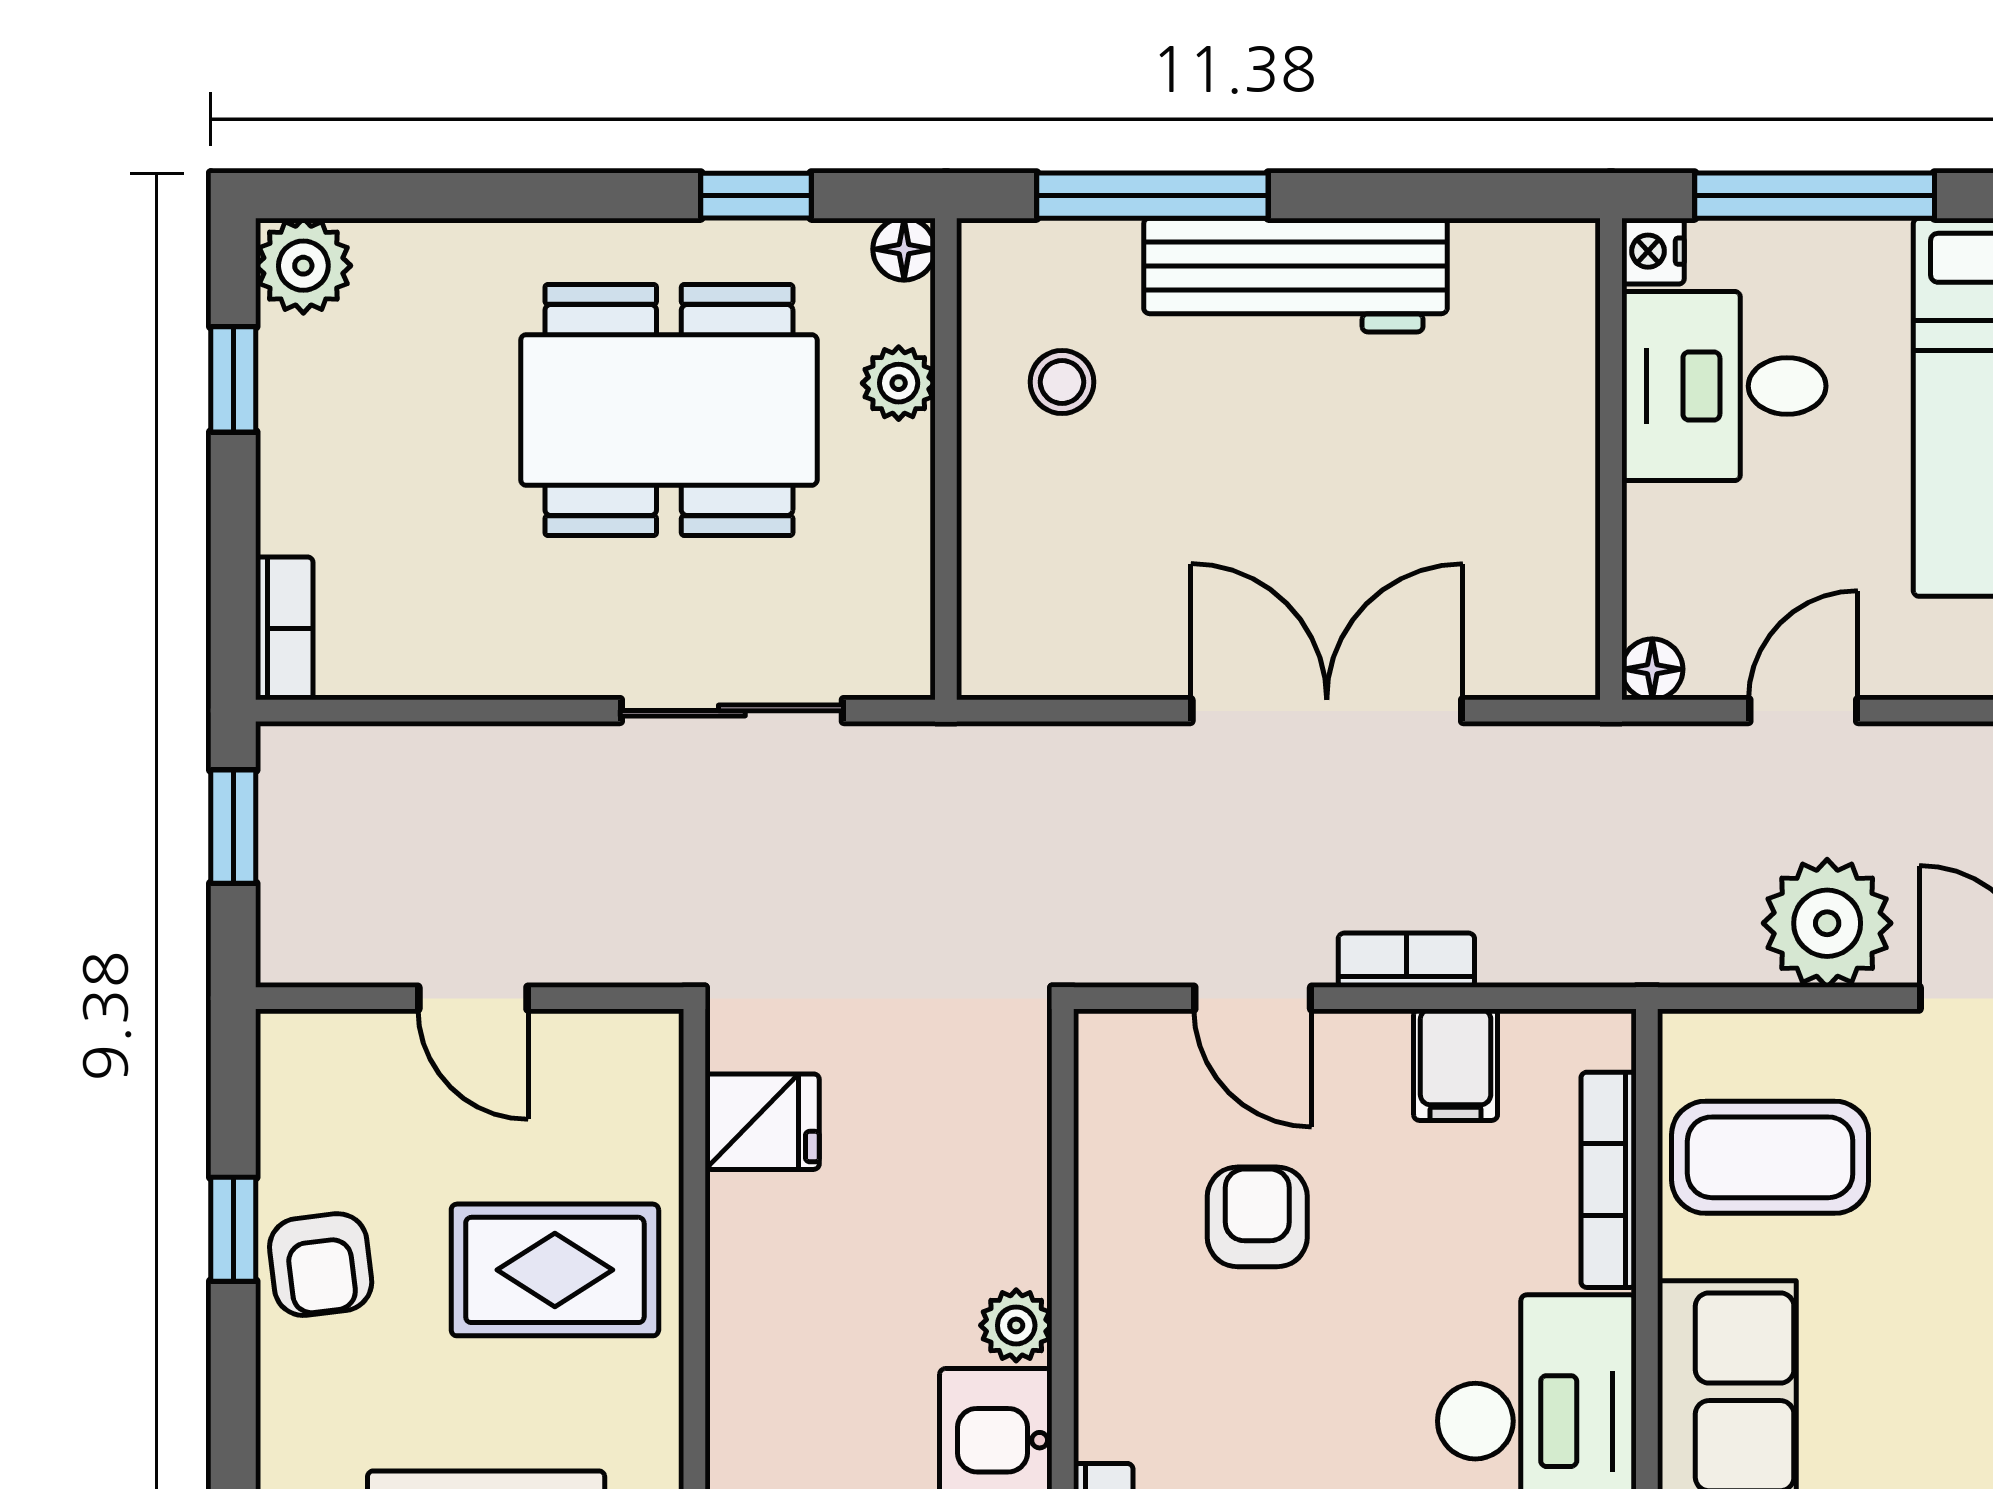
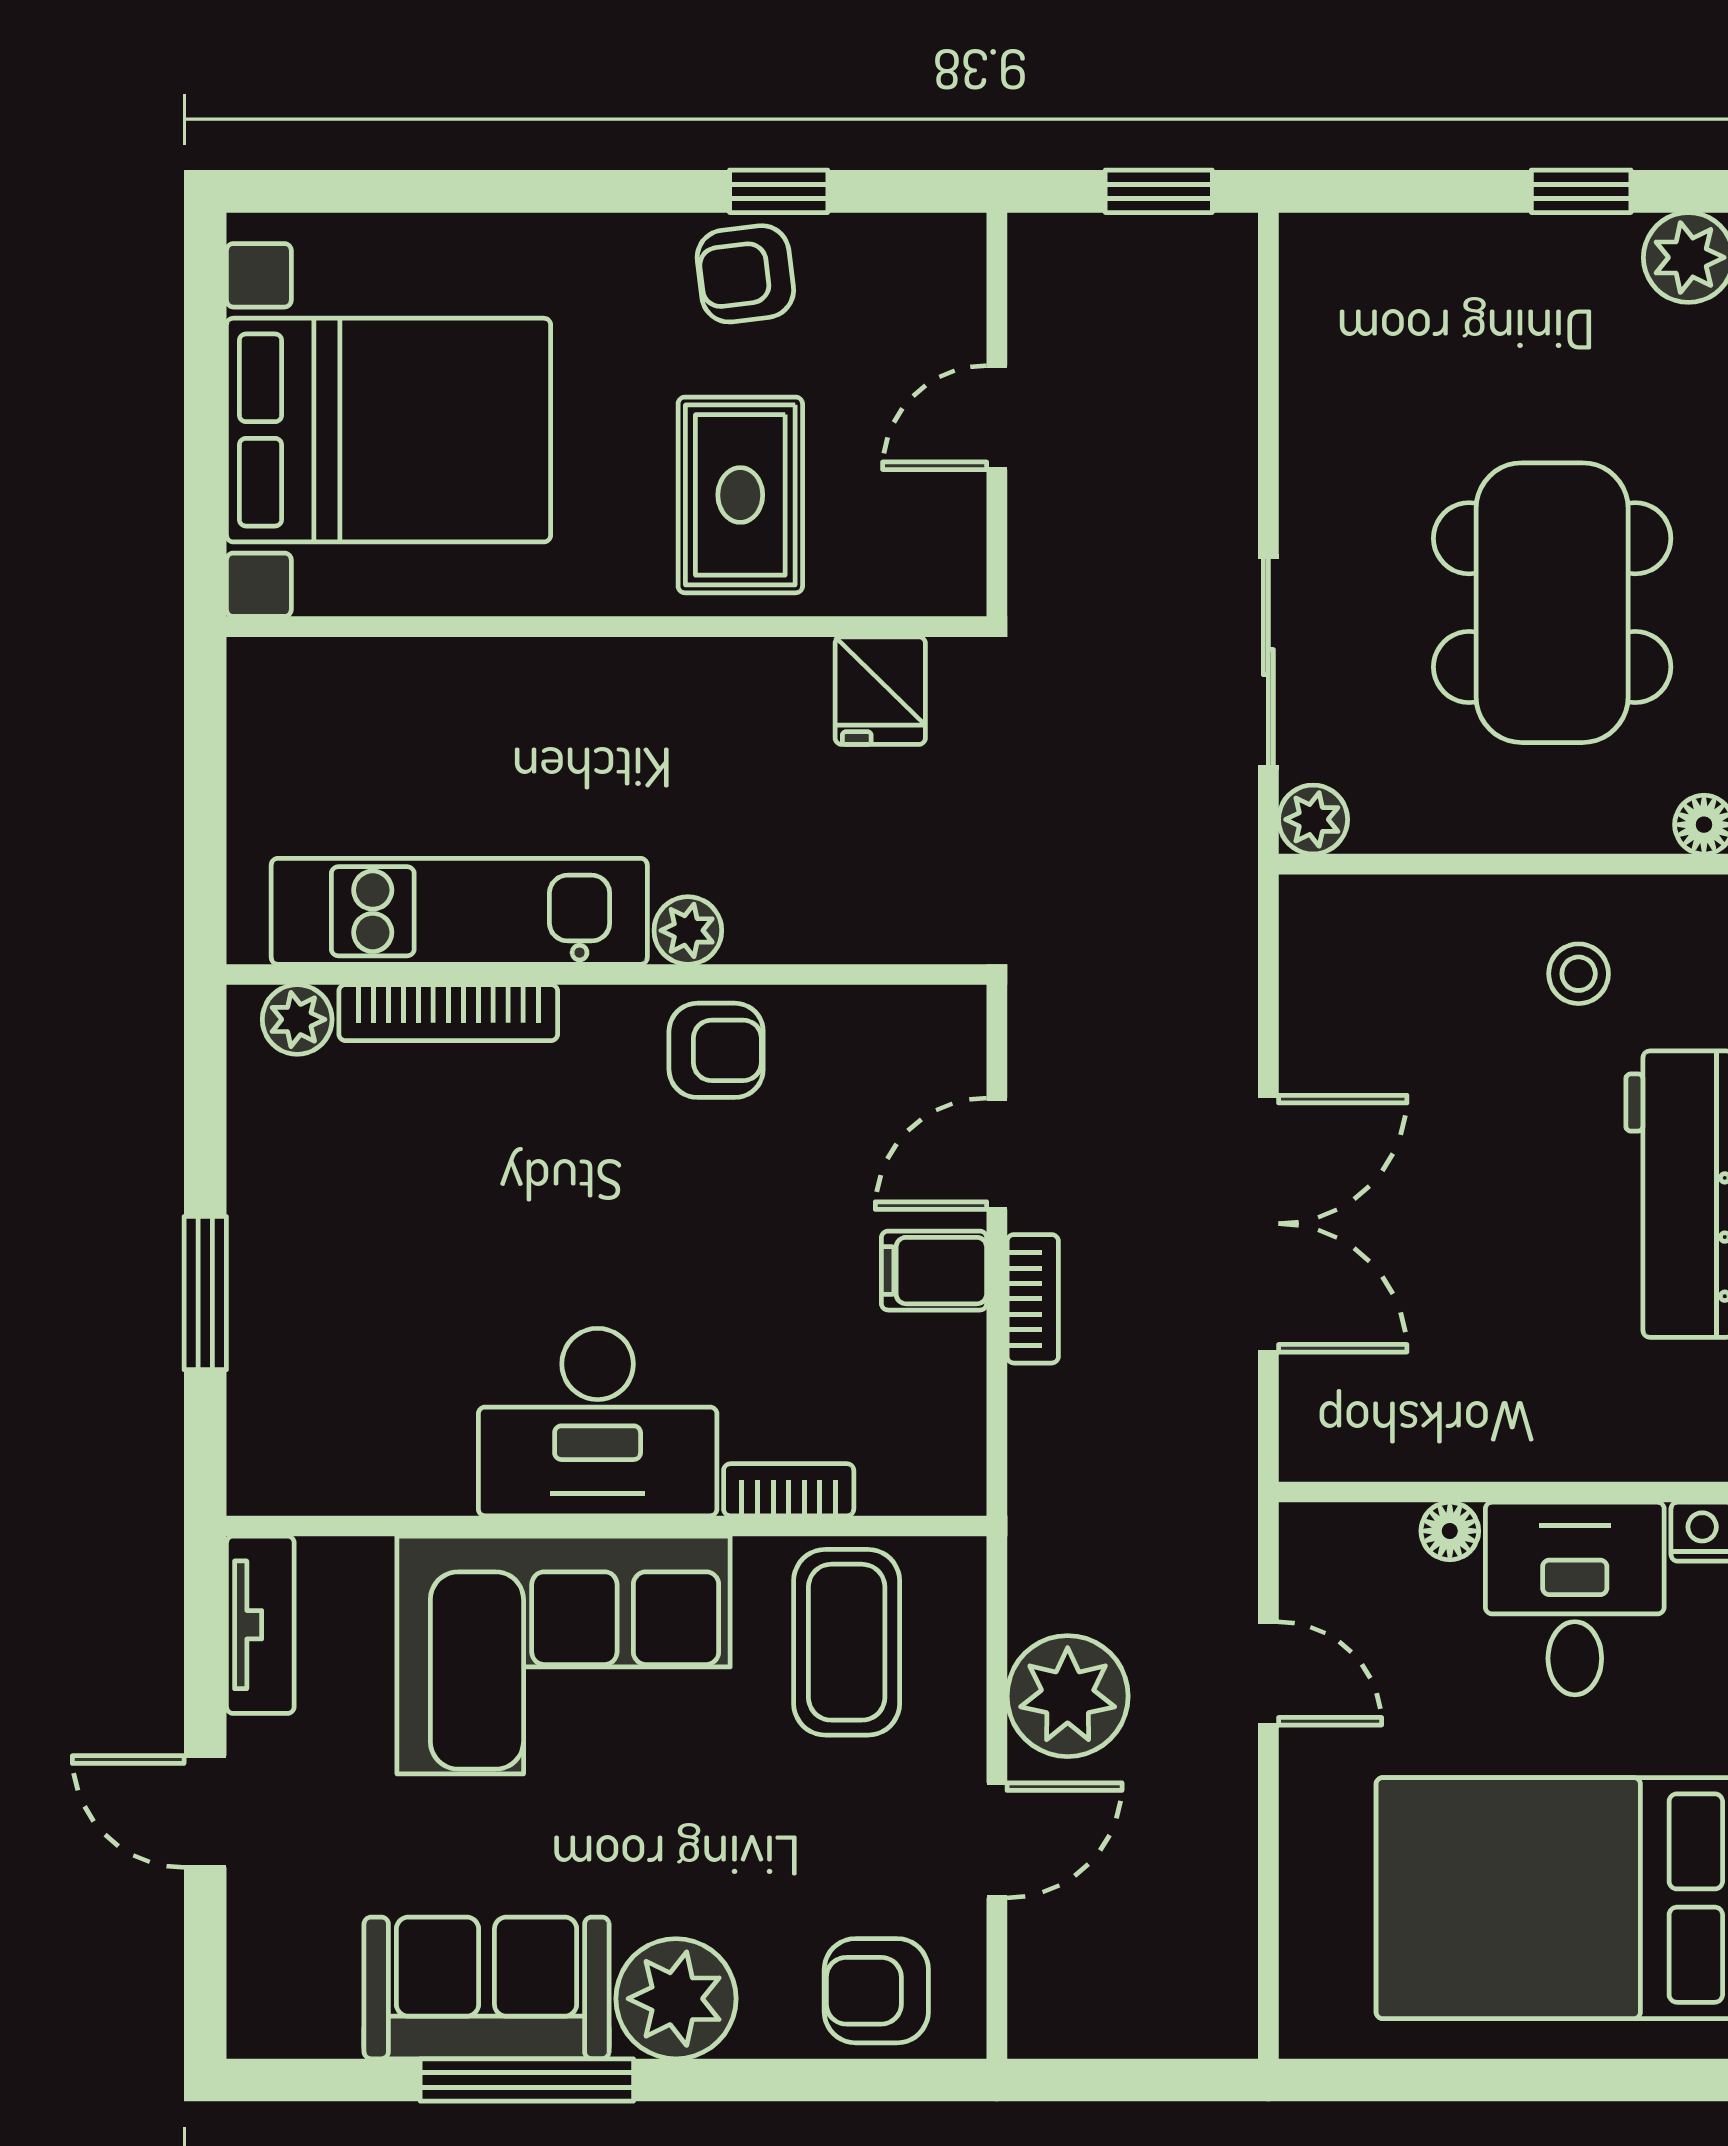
plant: (899, 383) -> (1313, 819), moved
bookcase: (284, 628) -> (1346, 240), removed
floor lamp: (1652, 669) -> (1450, 1531), moved
filing cabinet: (1456, 1065) -> (934, 1271), moved
bookcase: (1609, 1180) -> (789, 1490), width x0.64
armchair: (1257, 1217) -> (716, 1050), moved

